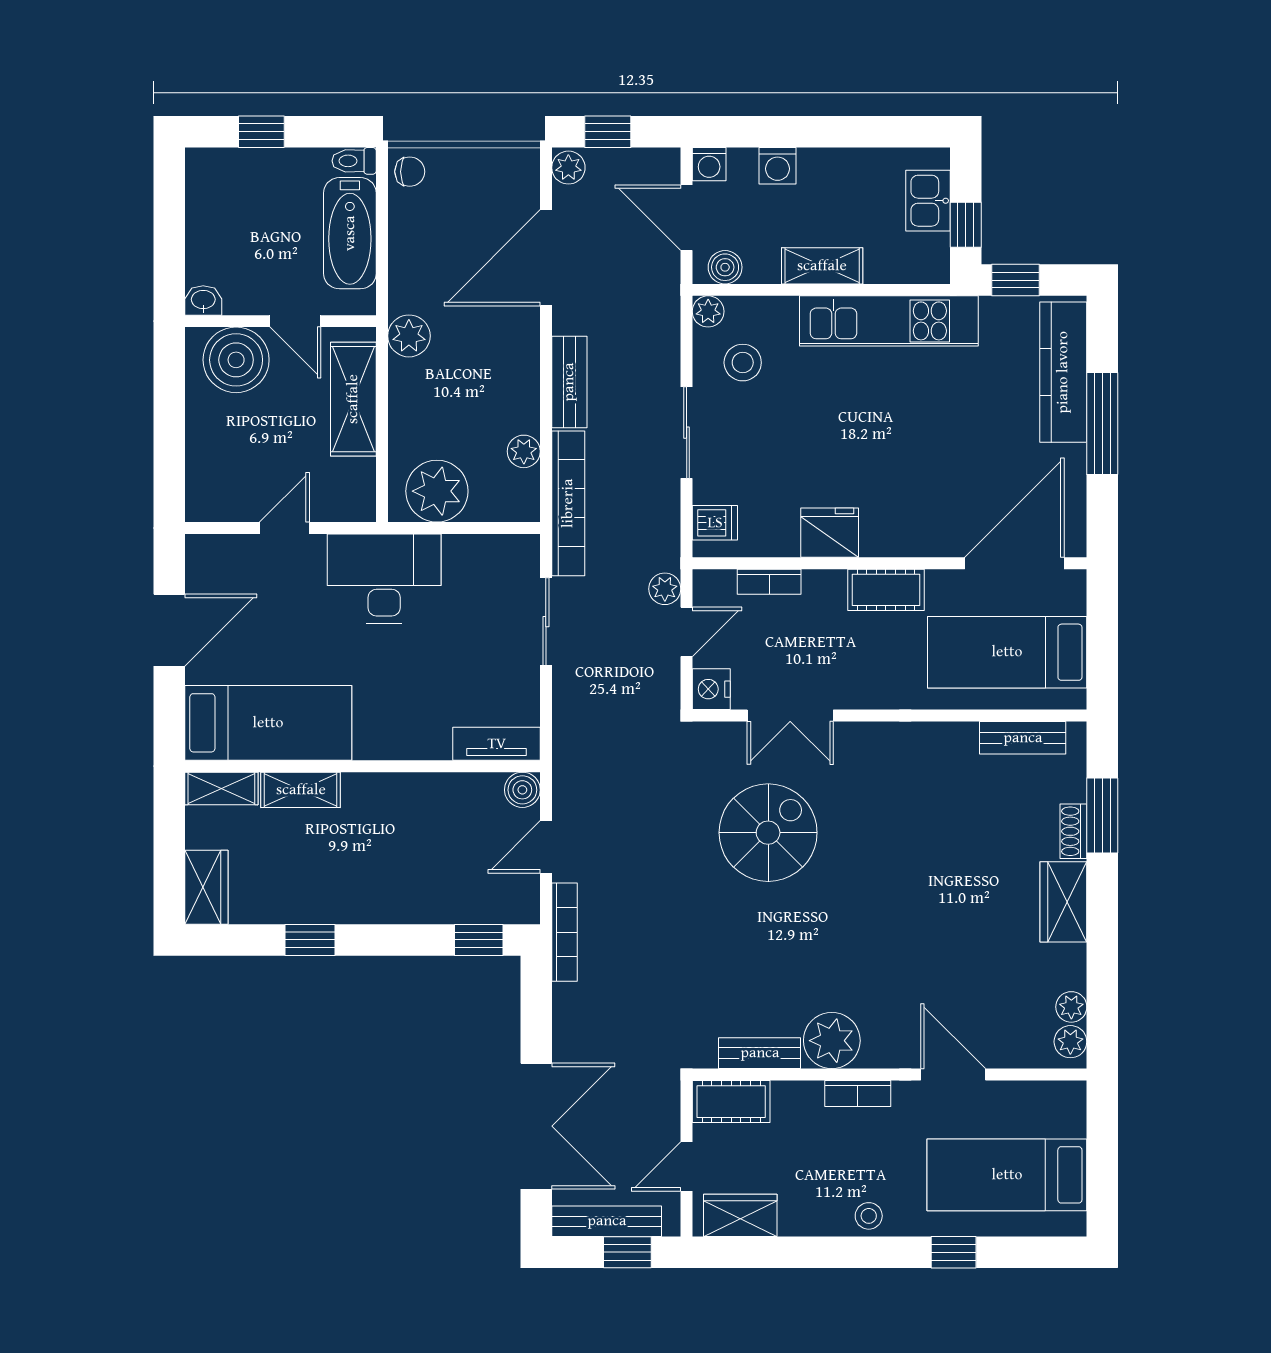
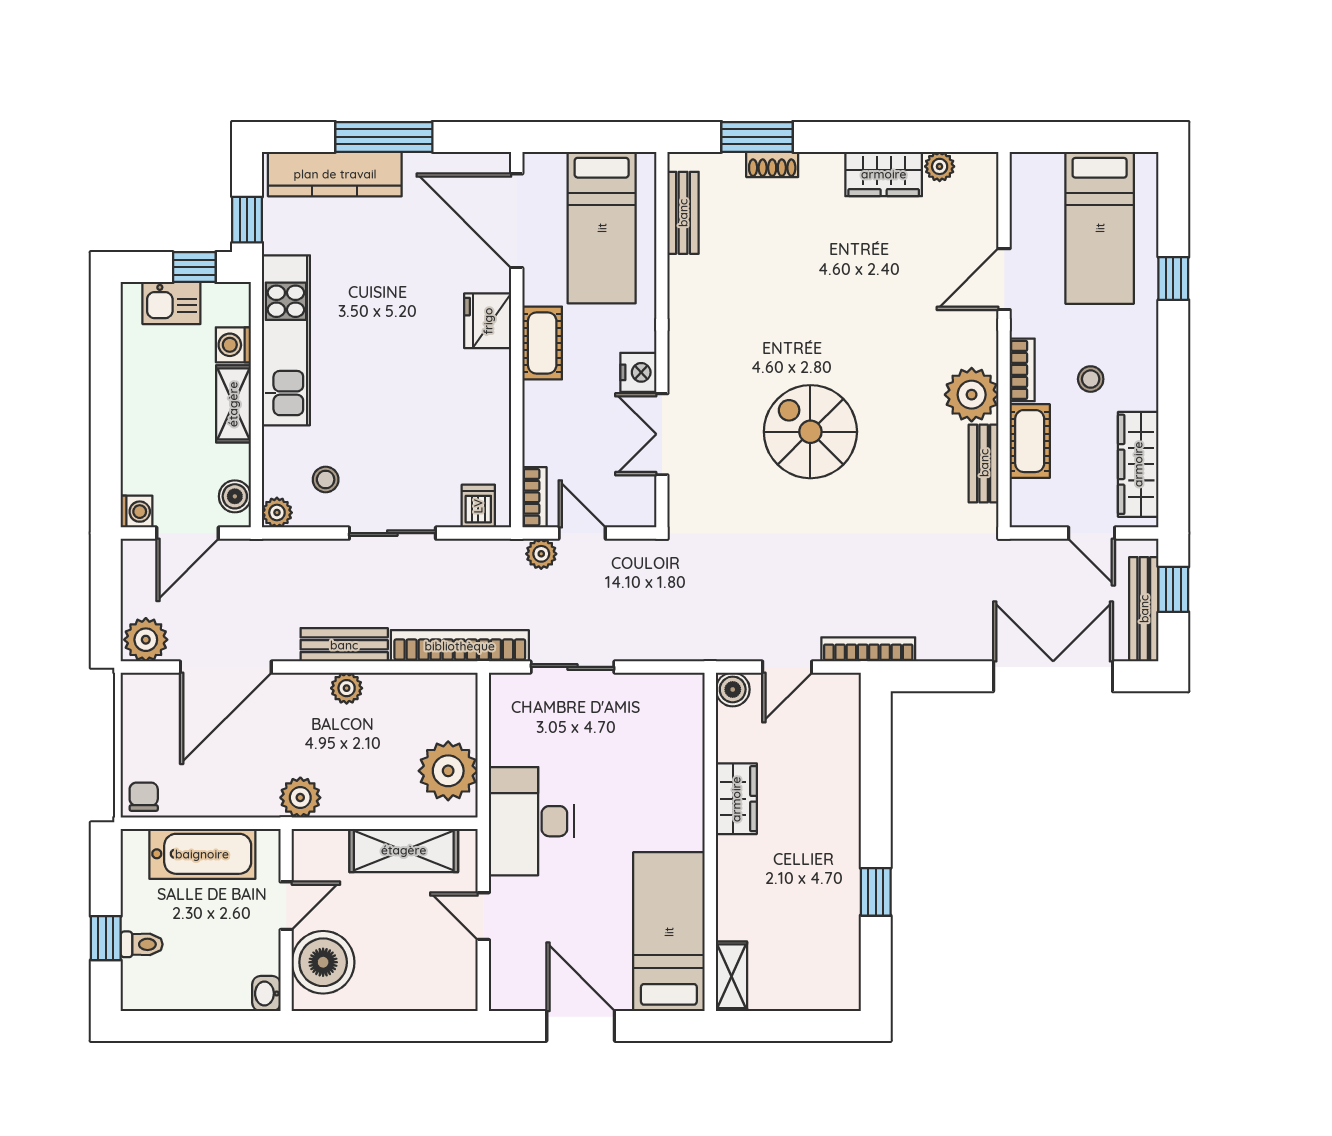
window: (608, 132) -> (106, 608), removed
toilet: (354, 161) -> (142, 944), moved, turned -90
washing machine: (778, 166) -> (233, 345), moved, turned 180
plant: (568, 168) -> (146, 640), width x1.38, depth x1.38
door: (546, 258) -> (226, 667), hinge flipped
stool: (743, 363) -> (326, 480), width x0.73, depth x0.73
shelving: (353, 399) -> (404, 850), moved
plant: (524, 451) -> (347, 688), moved
fridge: (830, 533) -> (488, 321), moved
bookcase: (769, 582) -> (534, 497), moved
nightstand: (711, 689) -> (638, 372), moved, turned -90
double door: (790, 715) -> (662, 434), swing flipped
tv unit: (497, 744) -> (689, 714), removed
shelving: (301, 790) -> (733, 901), removed
spiral stairs: (768, 833) -> (810, 432), moved
door: (546, 847) -> (787, 667), hinge flipped
wardrobe: (206, 887) -> (736, 799), moved, turned 90
wardrobe: (1063, 902) -> (884, 174), moved
window: (479, 940) -> (876, 731), removed
plant: (1070, 1042) -> (973, 167), removed
cot: (731, 1102) -> (1030, 441), moved
wardrobe: (740, 1215) -> (1138, 464), width x1.50
stool: (869, 1216) -> (1091, 379), moved

